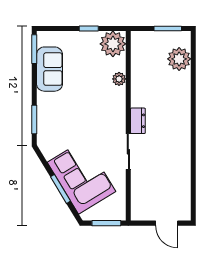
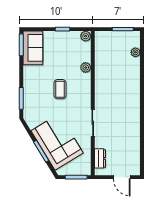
plant: (113, 44) -> (86, 36), width x0.53, depth x0.53
plant: (179, 59) -> (135, 52), width x0.53, depth x0.53
sofa: (50, 69) -> (33, 48), moved
coffee table: (85, 107) -> (60, 89), added
dresser: (138, 121) -> (100, 158), moved

